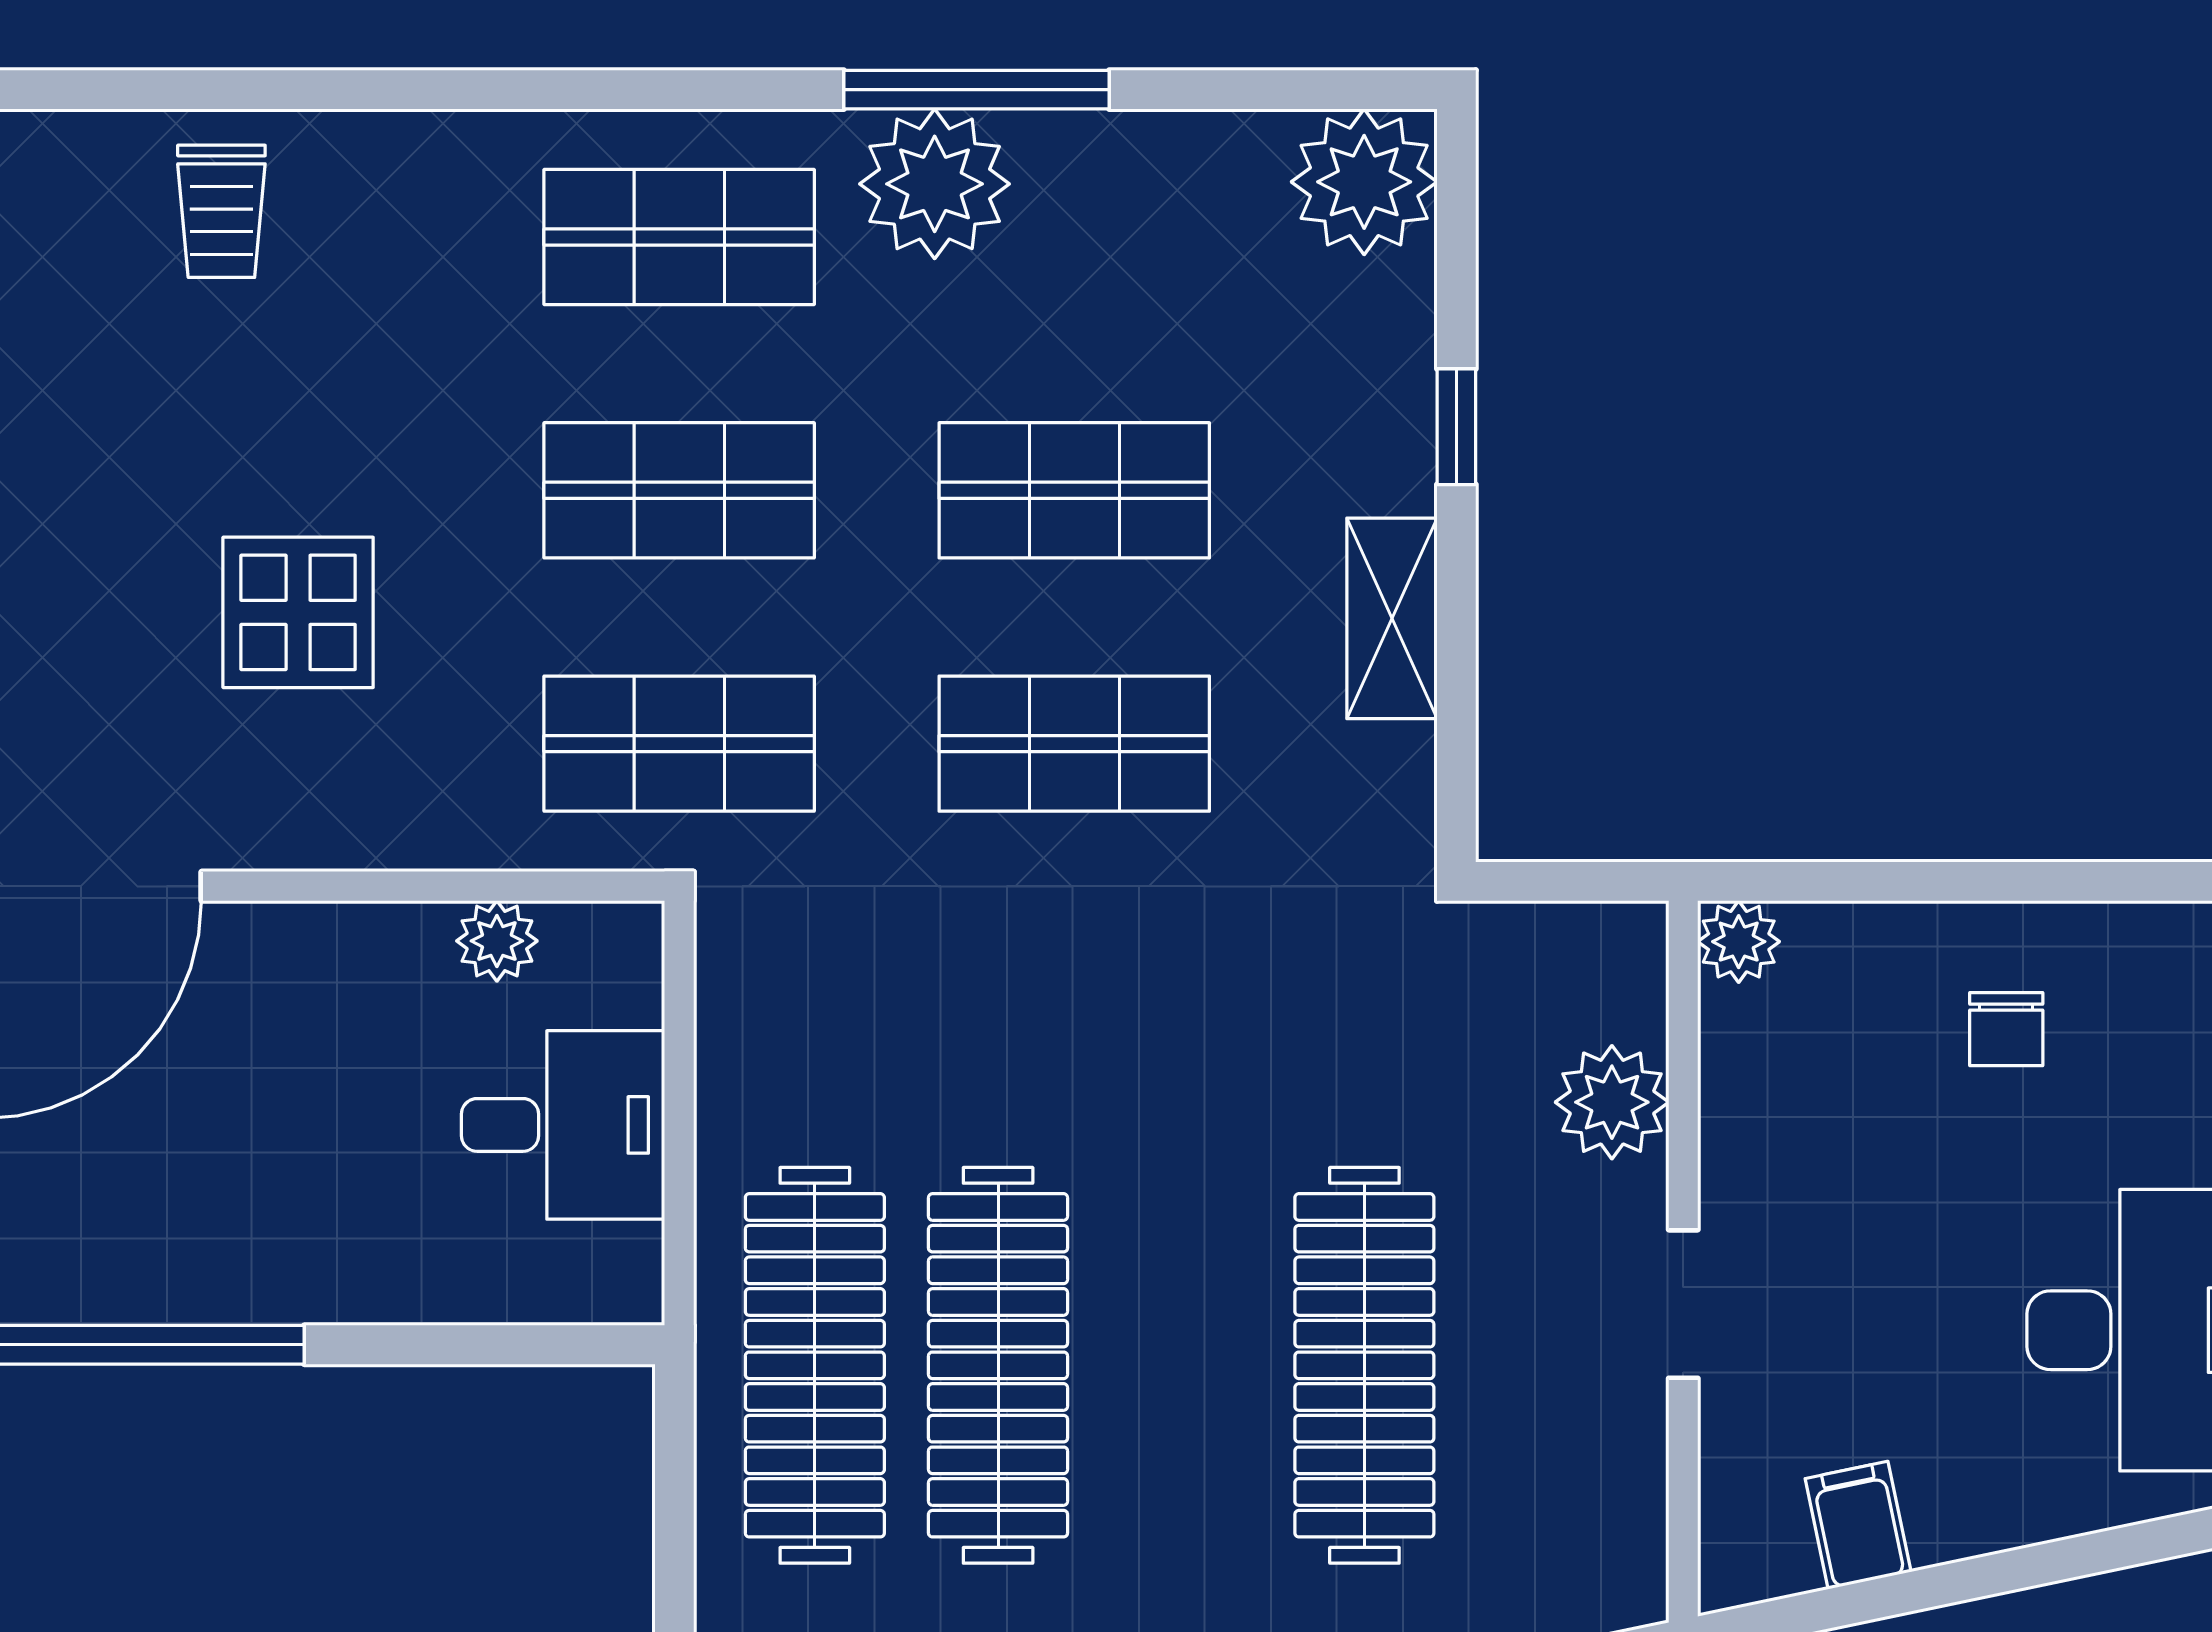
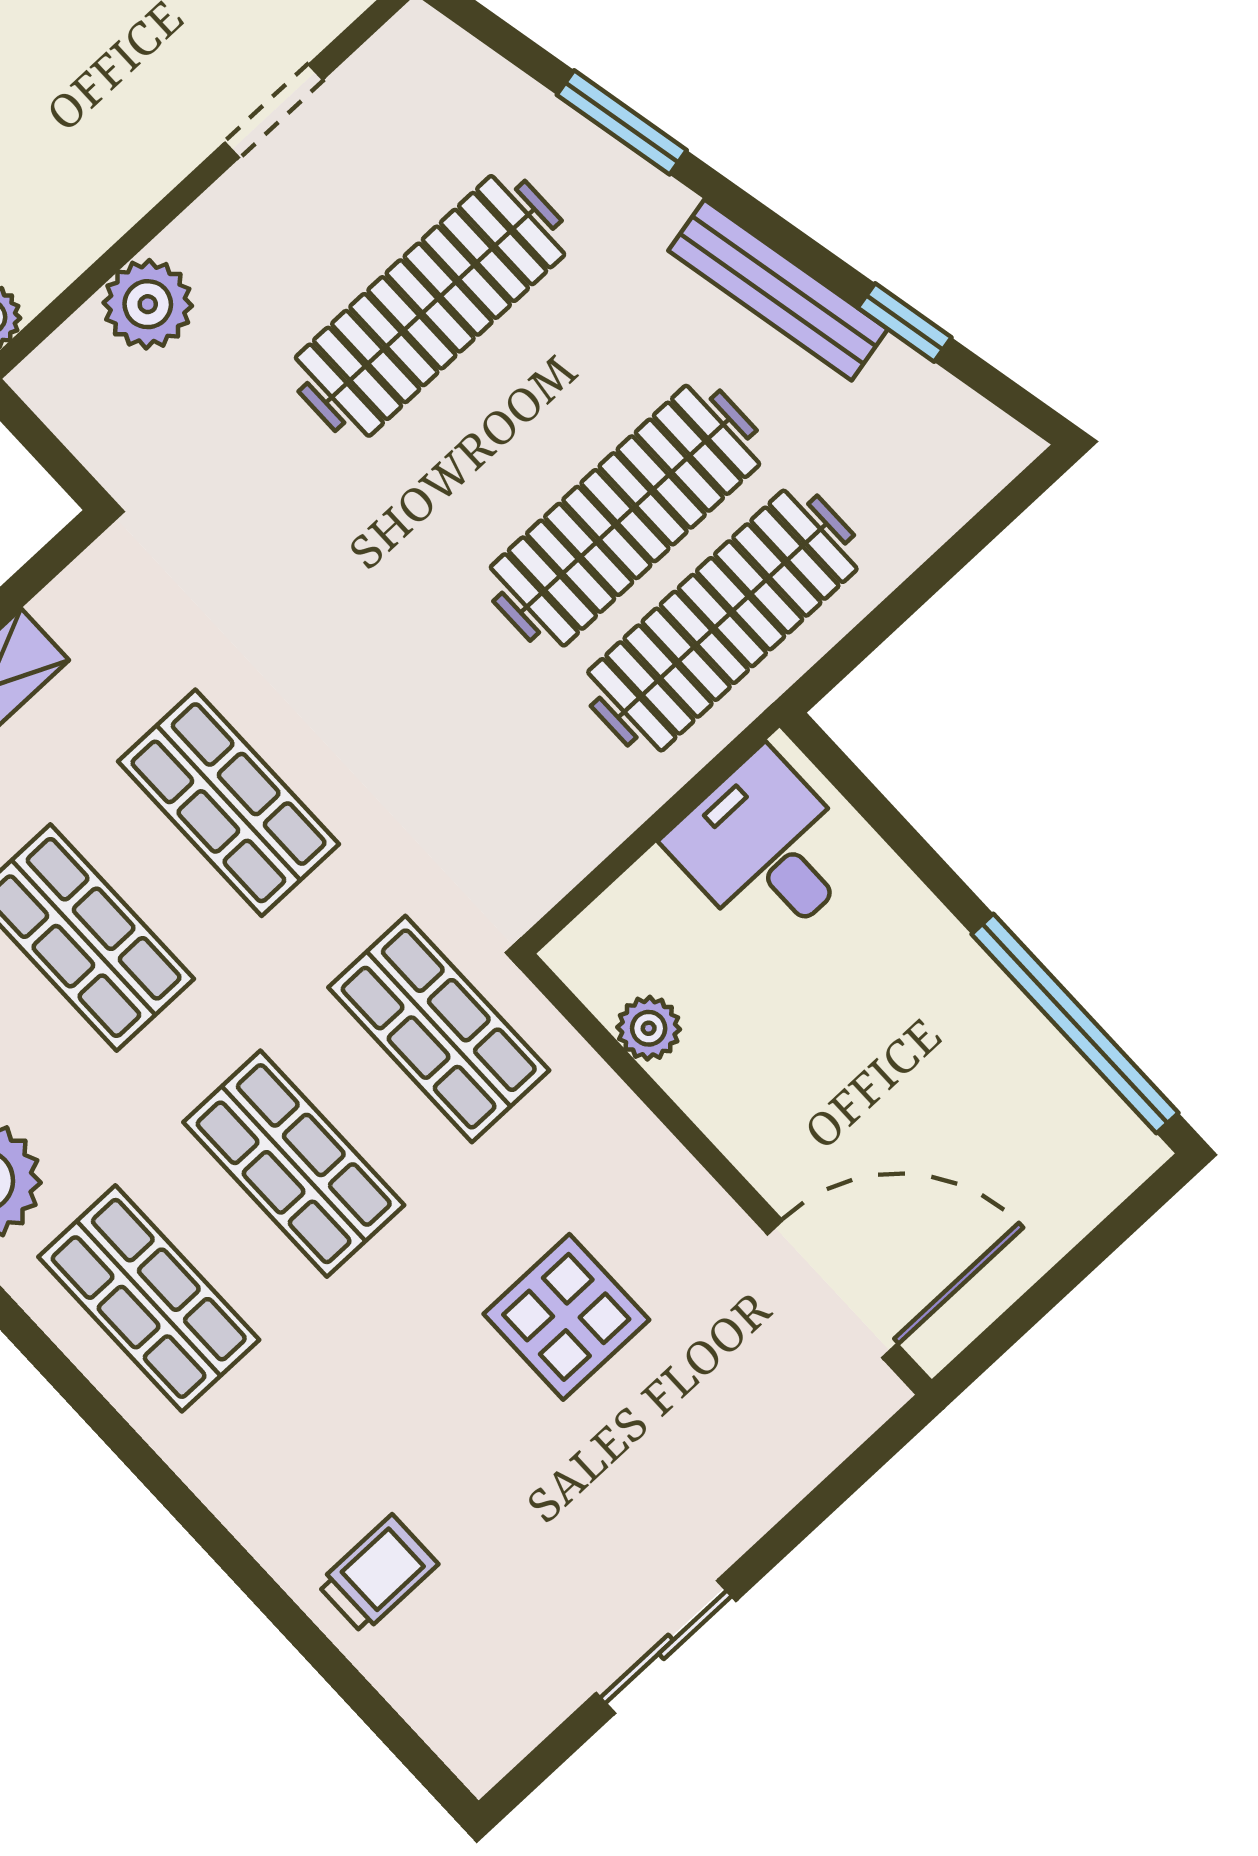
desk: (563, 1125) -> (765, 849), moved
doorway: (1683, 1304) -> (274, 111), moved

